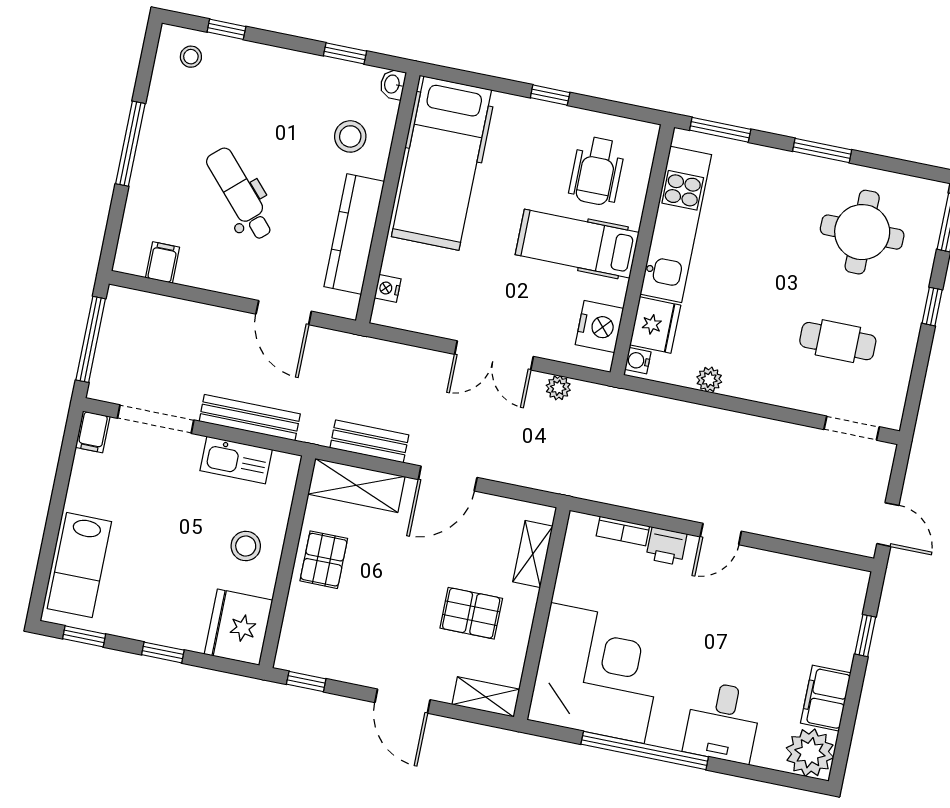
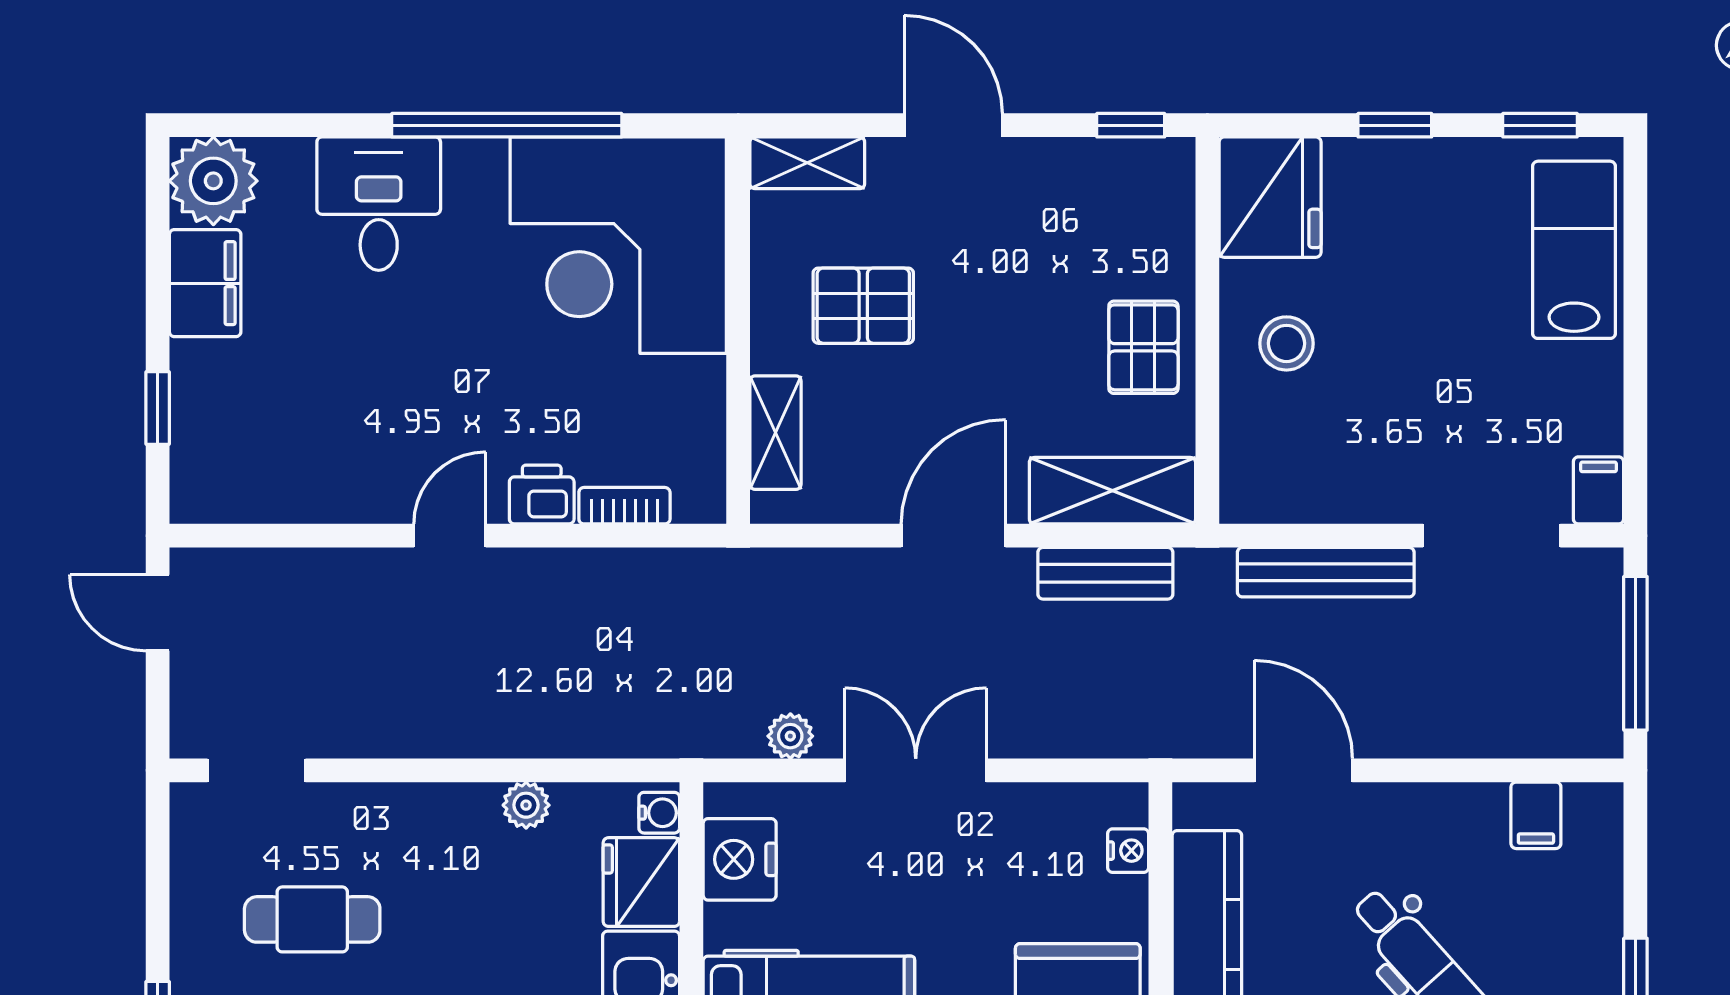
kitchen sink: (236, 460) -> (1335, 492), removed

